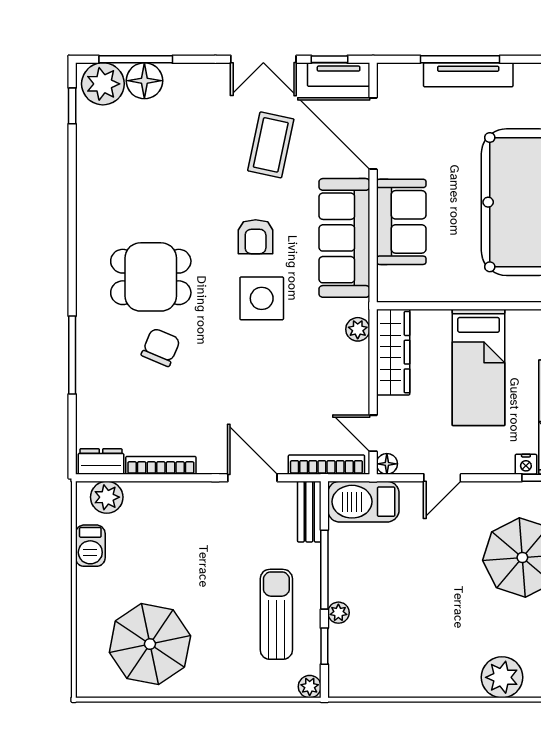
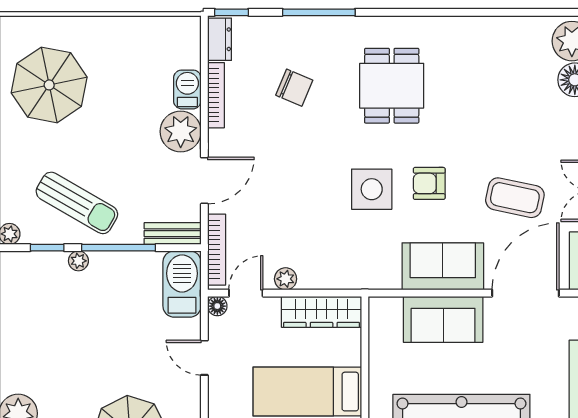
window: (72, 106) -> (231, 12), moved
sofa: (344, 238) -> (443, 266), width x0.73
plant: (358, 329) -> (286, 279), moved
chair: (161, 347) -> (294, 88), moved
plant: (107, 497) -> (181, 131), moved, width x1.36, depth x1.36
barbecue: (90, 546) -> (187, 89), moved, turned 90
sun lounger: (276, 614) -> (77, 203), turned 30

